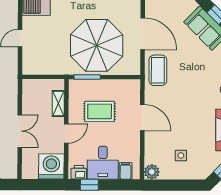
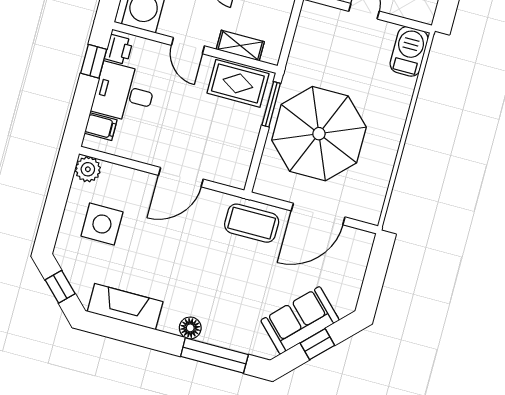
rug: (100, 111) -> (238, 83), moved, turned 90
side table: (181, 156) -> (102, 224), width x1.87, depth x1.87

